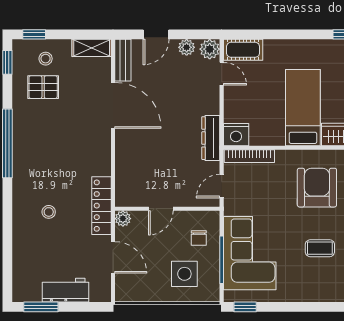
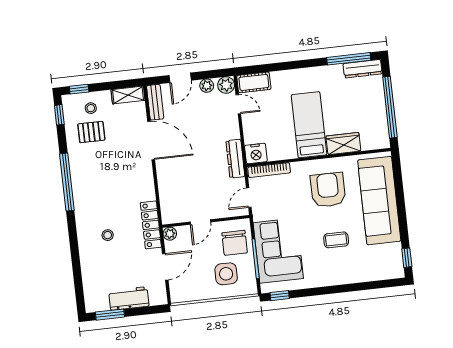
chair: (199, 238) -> (235, 243), width x1.87, depth x1.87
door: (113, 257) -> (165, 267), hinge flipped

